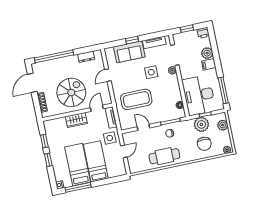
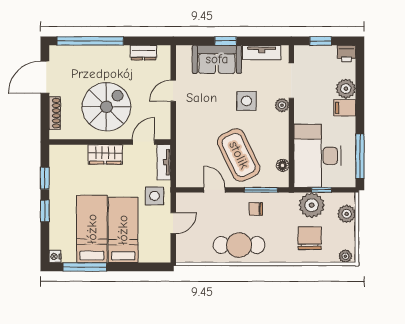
coffee table: (136, 99) -> (239, 155), moved, turned 64
chair: (204, 144) -> (310, 238), turned 180

